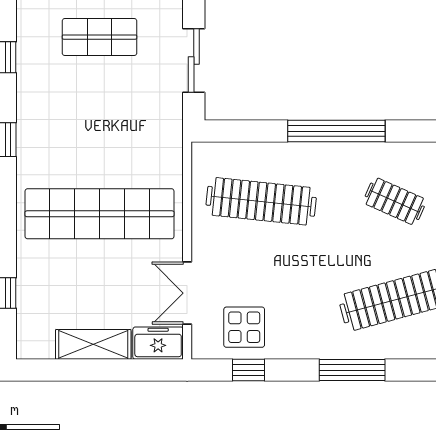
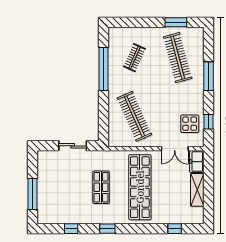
shop shelf: (100, 37) -> (101, 187), moved
window: (336, 131) -> (104, 69), moved
clothes rail: (261, 201) -> (134, 116), turned -30

